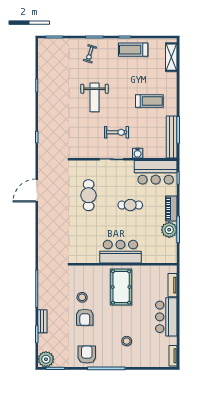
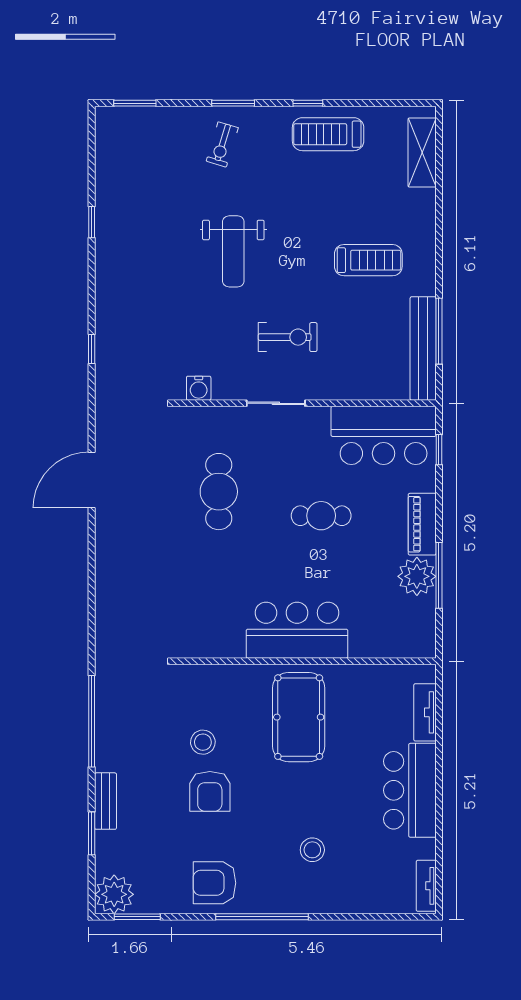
water cooler: (138, 153) -> (199, 388), moved
armchair: (87, 354) -> (215, 883), turned -90

